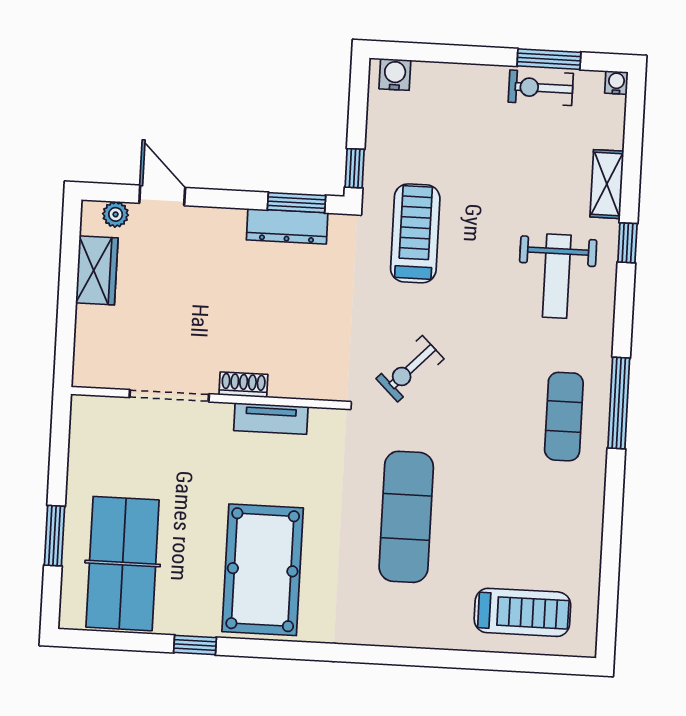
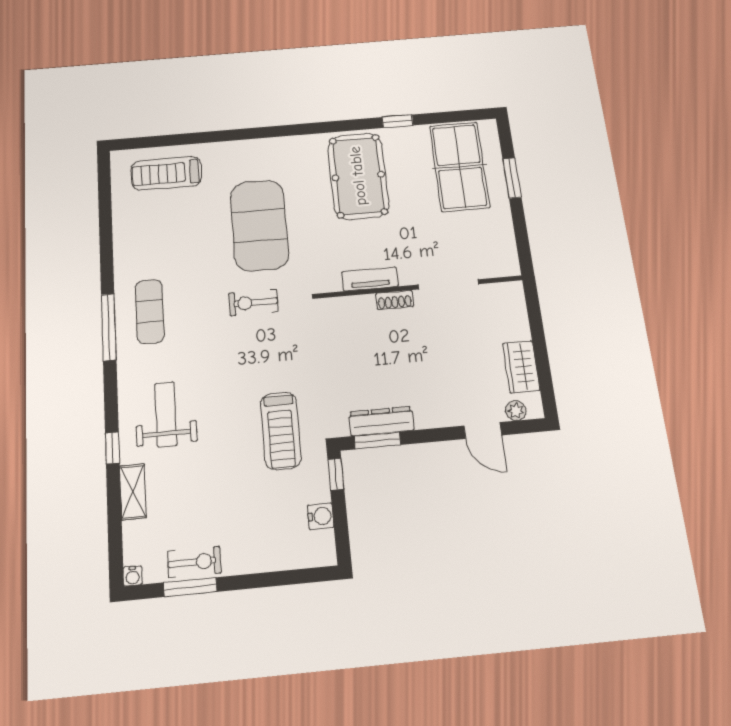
water cooler: (395, 74) -> (321, 516), moved, turned -90
exercise bike: (410, 369) -> (253, 303), moved, turned -134
exercise mat: (406, 517) -> (259, 225), width x1.47

